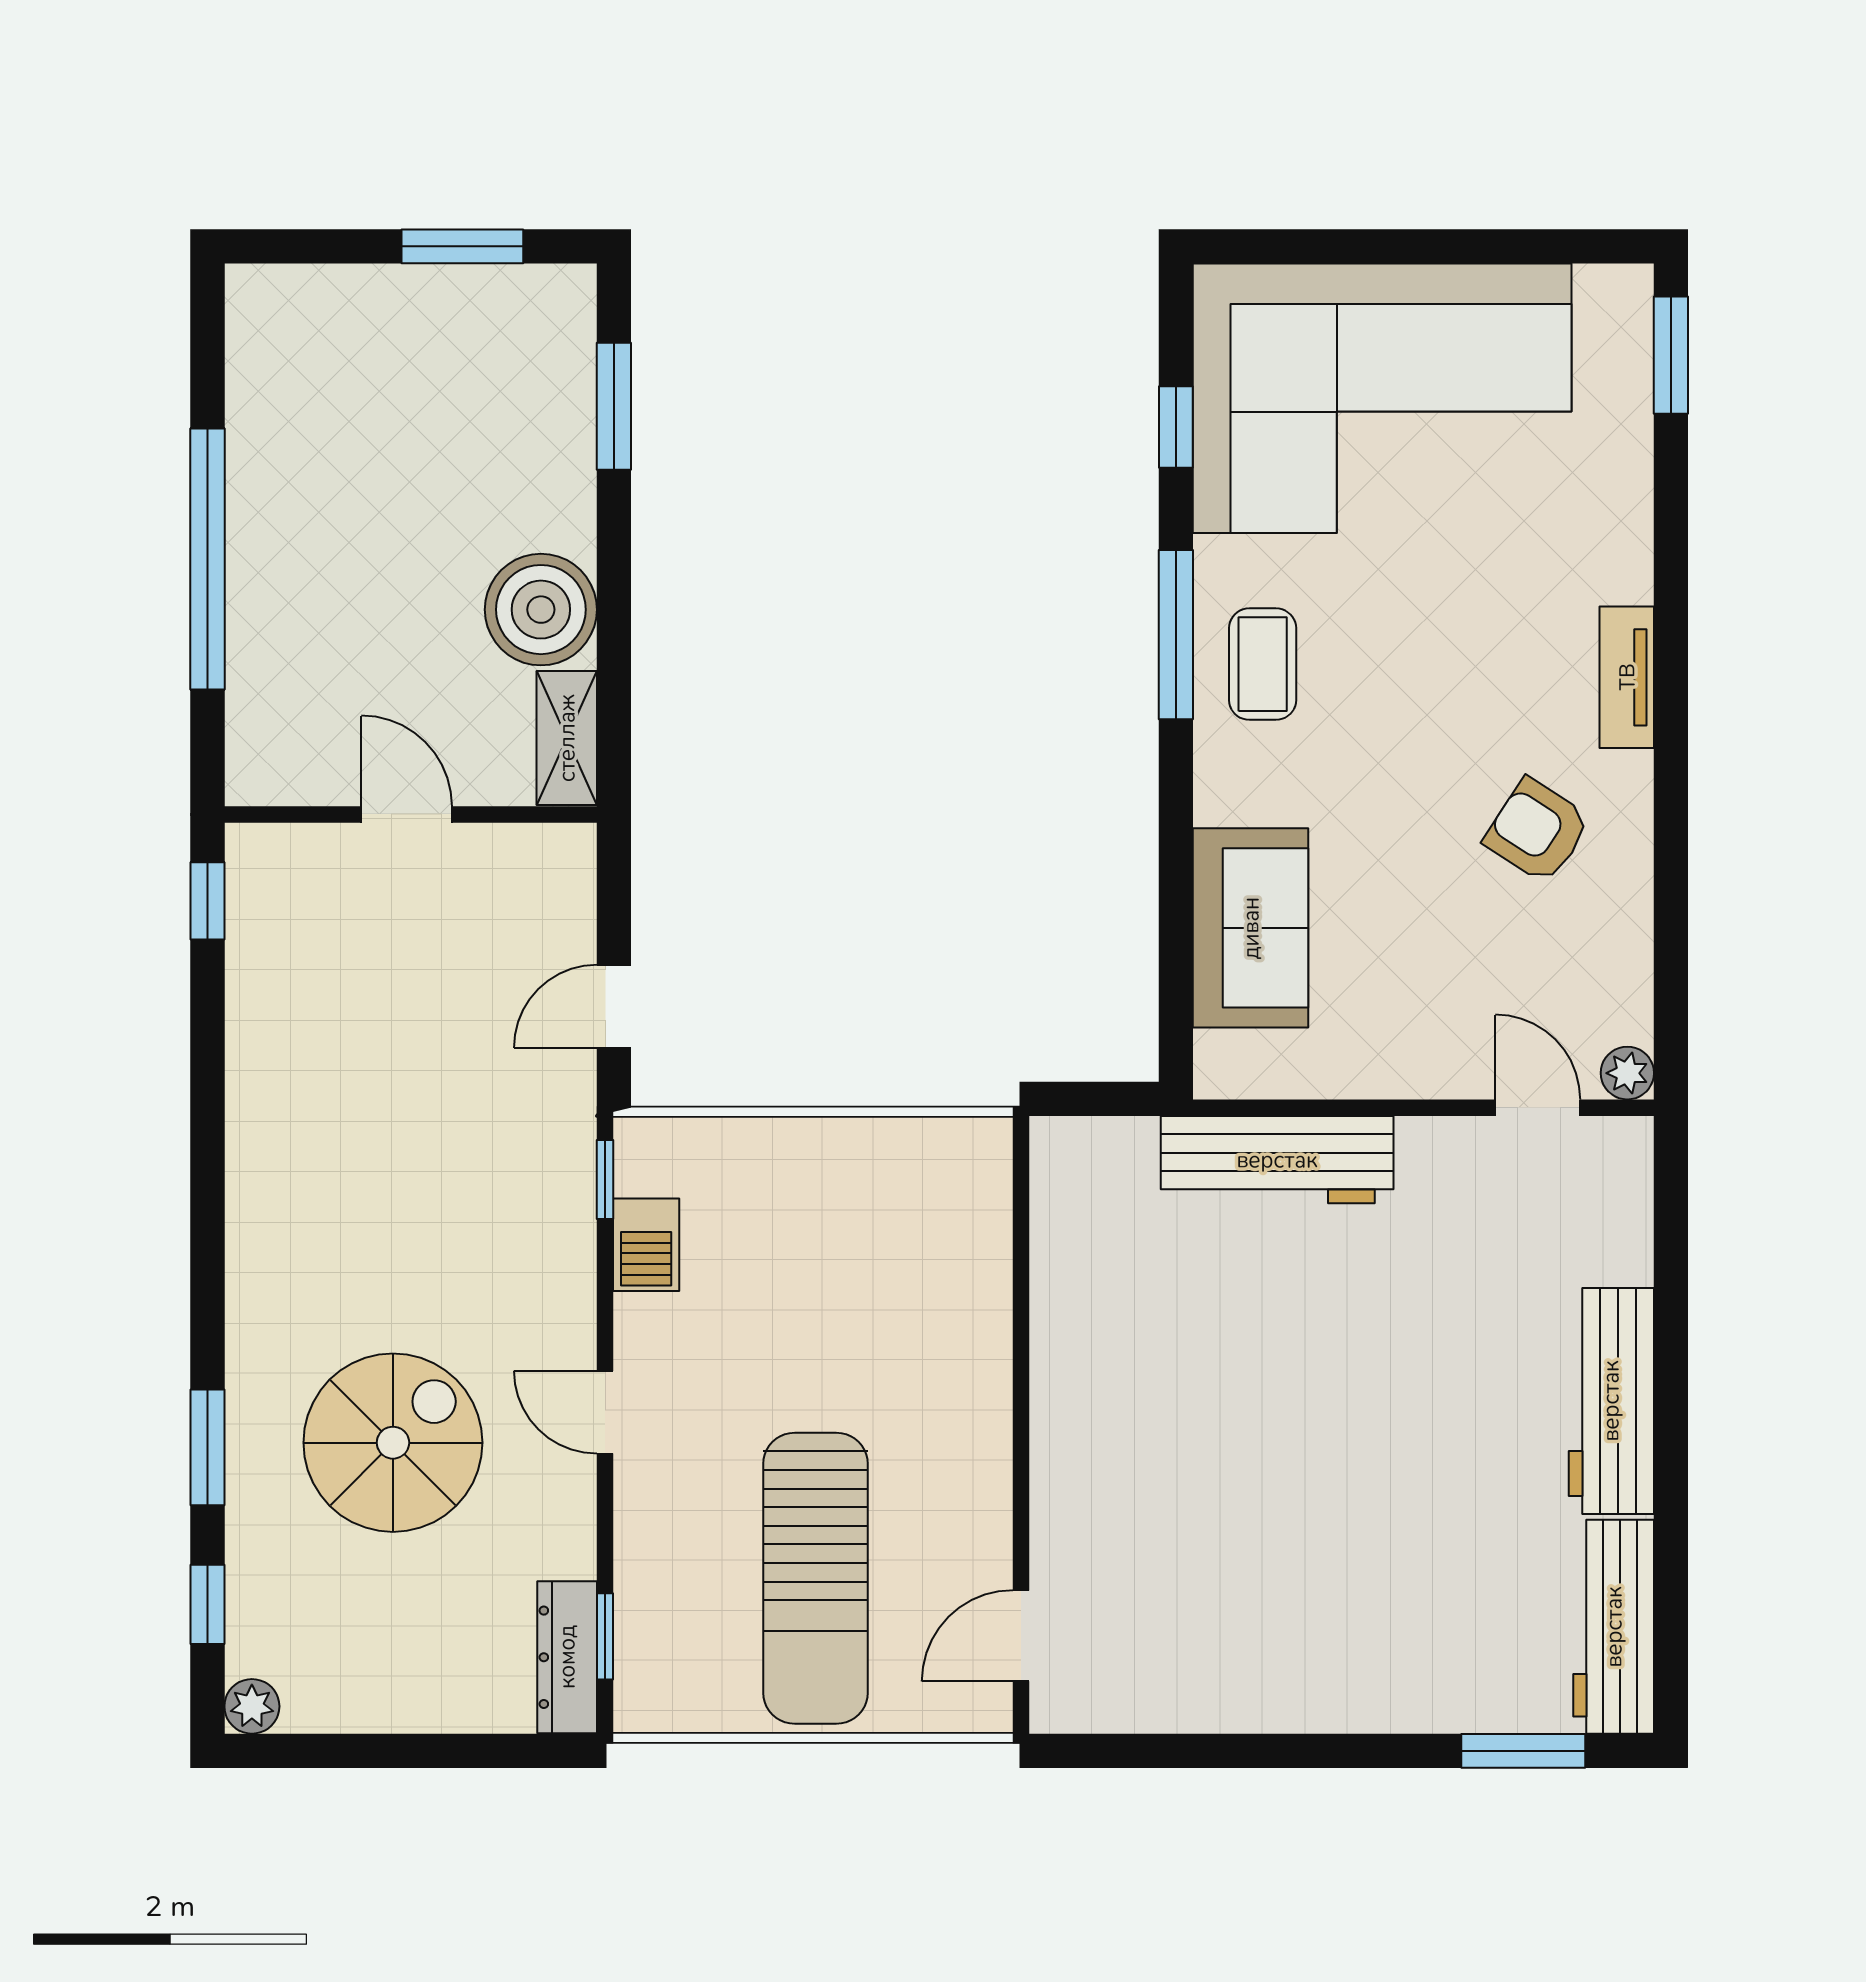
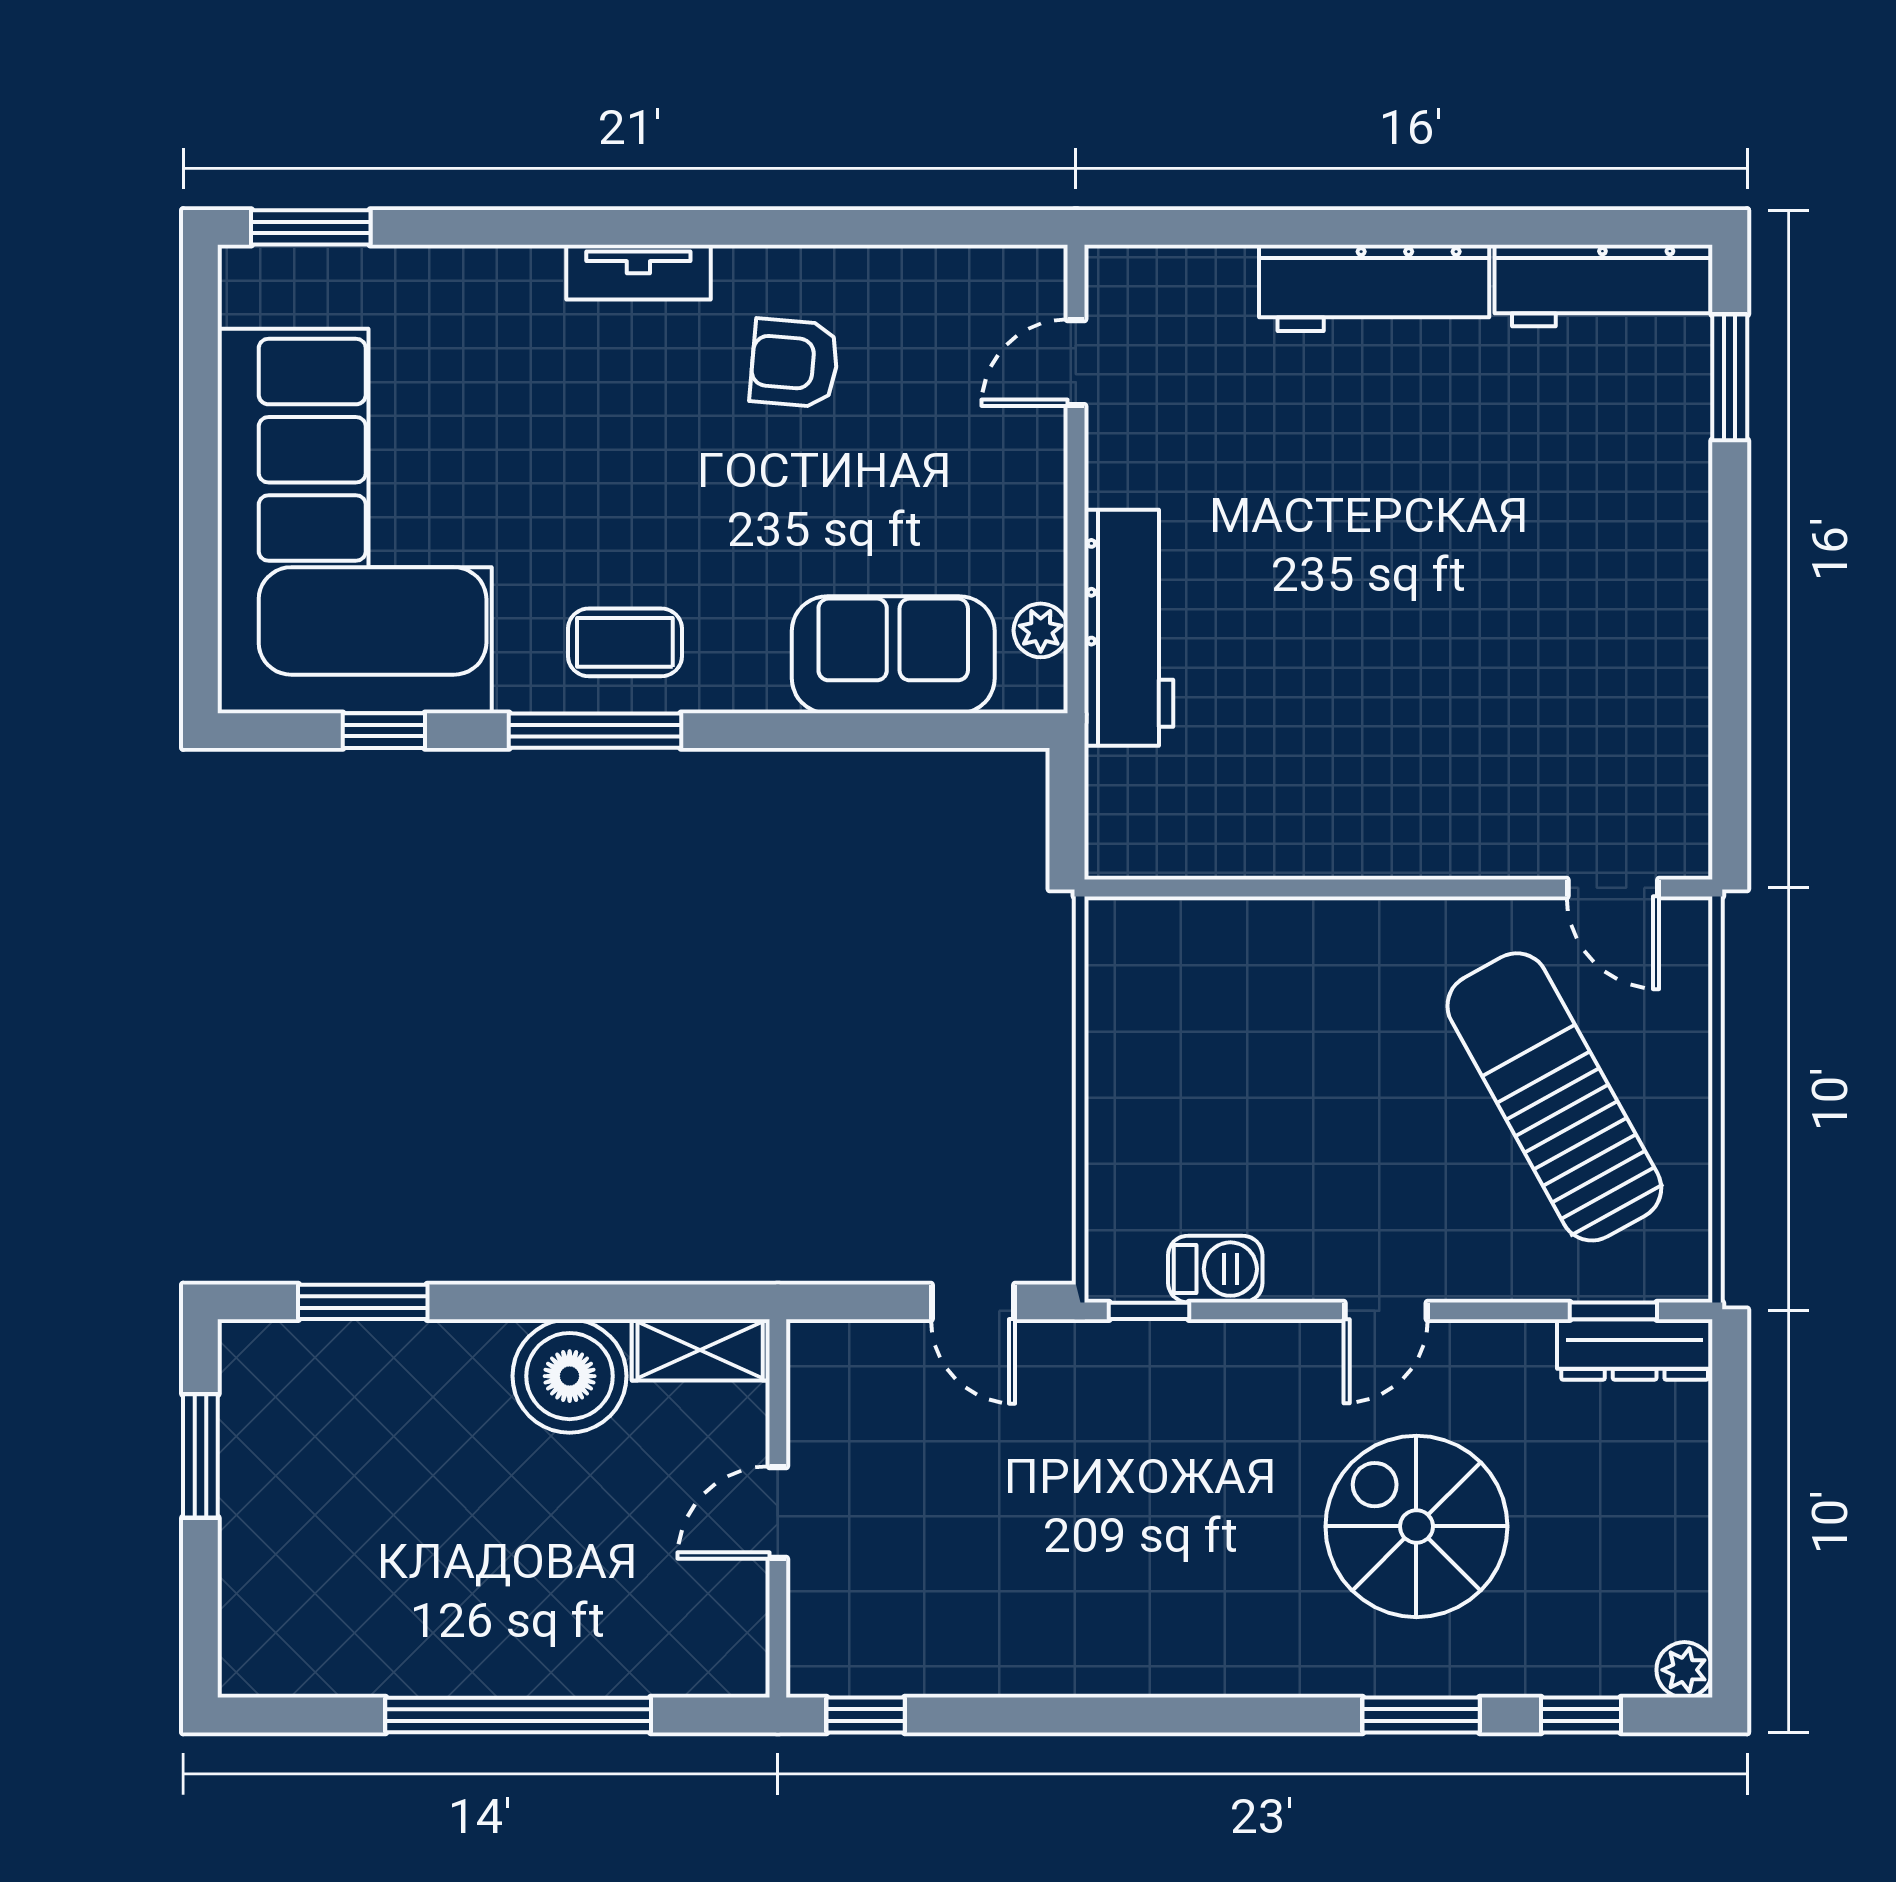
armchair: (1537, 831) -> (794, 363), turned 62
plant: (1627, 1073) -> (1041, 630), moved
sun lounger: (815, 1578) -> (1554, 1097), turned -119

